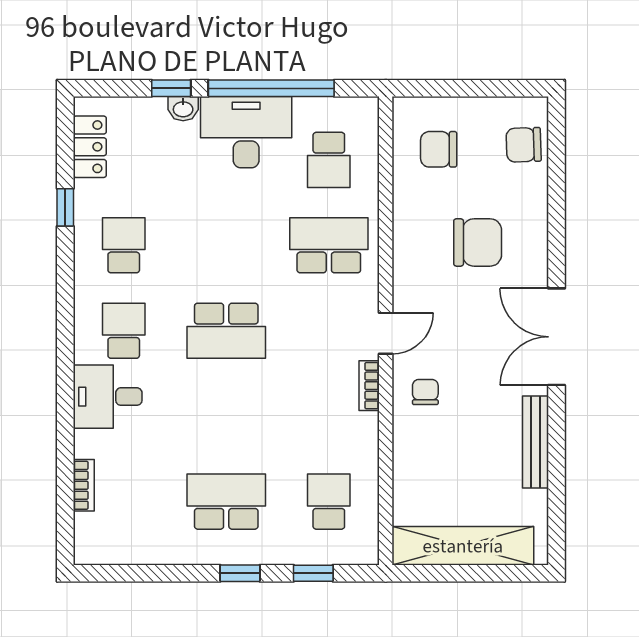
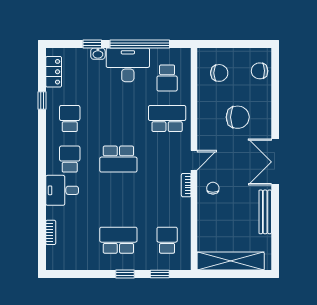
chair: (439, 149) -> (219, 73), turned 180

